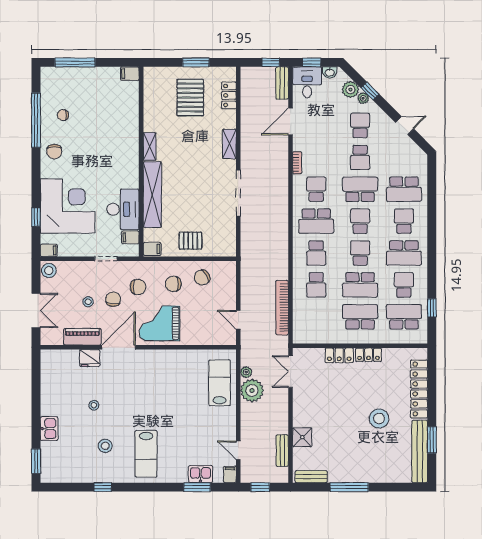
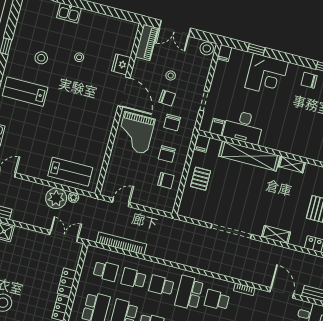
school desk: (316, 189) -> (217, 300), turned 180
corner desk: (68, 206) -> (267, 75), width x0.74, depth x0.74
chair: (202, 278) -> (166, 180), turned 119
chair: (173, 284) -> (167, 154), turned 180
school desk: (316, 317) -> (106, 271), added
grand piano: (159, 323) -> (136, 133), turned 180
piano: (82, 337) -> (147, 42), moved

